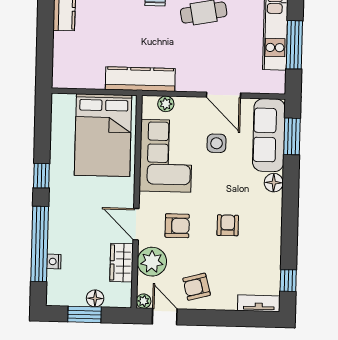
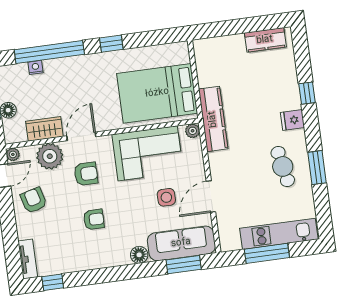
plant: (166, 104) -> (193, 131), moved
armchair: (177, 226) -> (86, 174), turned -90

